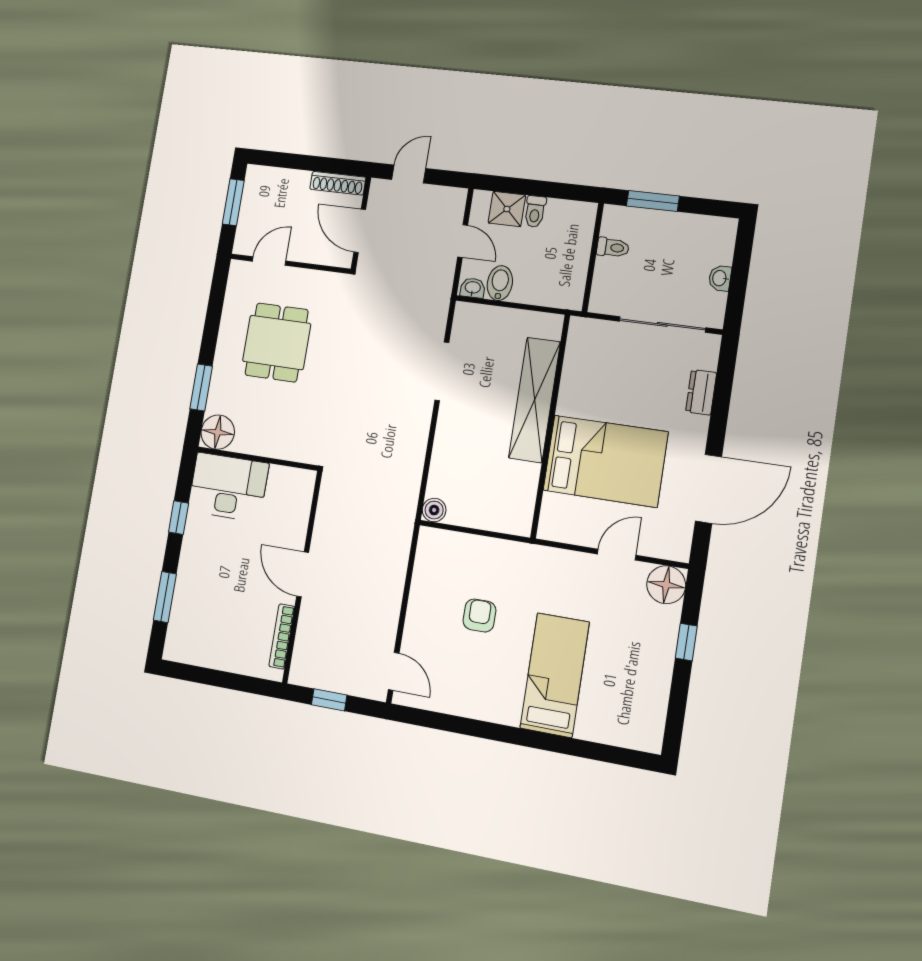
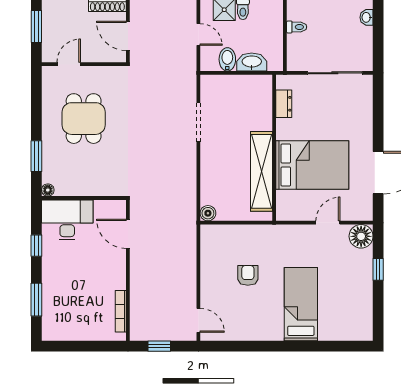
washbasin: (720, 278) -> (366, 17), moved
washbasin: (473, 288) -> (252, 62), moved, width x1.91, depth x1.45
dresser: (701, 392) -> (284, 104), moved, turned 180
shelving: (534, 400) -> (262, 171), moved
floor lamp: (218, 432) -> (48, 190), width x0.53, depth x0.53
door: (303, 574) -> (128, 234), moved

